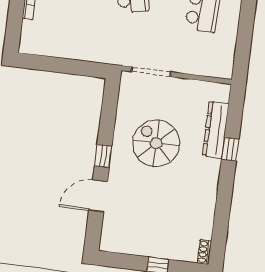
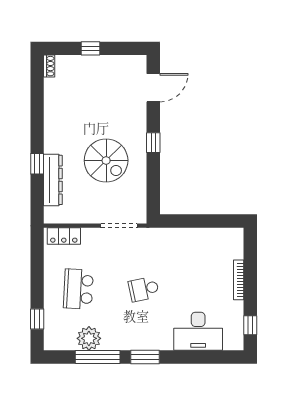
locker: (212, 68) -> (64, 236), added
door: (98, 196) -> (153, 88), moved

